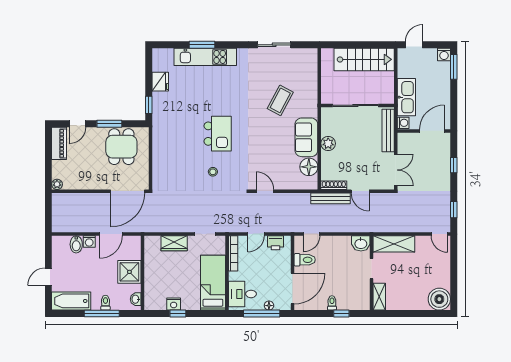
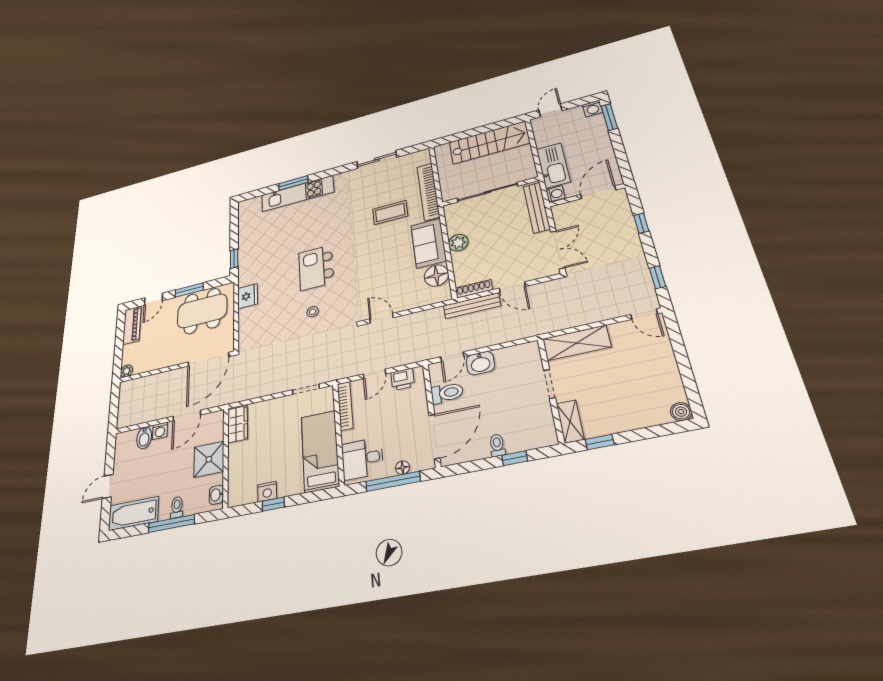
fridge: (160, 82) -> (248, 296), moved
bookcase: (312, 90) -> (428, 192), added
coffee table: (280, 100) -> (390, 212), turned 62
kitchen island: (218, 134) -> (316, 268), turned 180
dining table: (121, 147) -> (202, 311), width x1.38
wardrobe: (174, 243) -> (238, 424), moved, turned -90
washbasin: (361, 243) -> (480, 363), moved
boiler: (439, 299) -> (681, 412), width x0.54, depth x0.54
window: (394, 313) -> (600, 442), added

